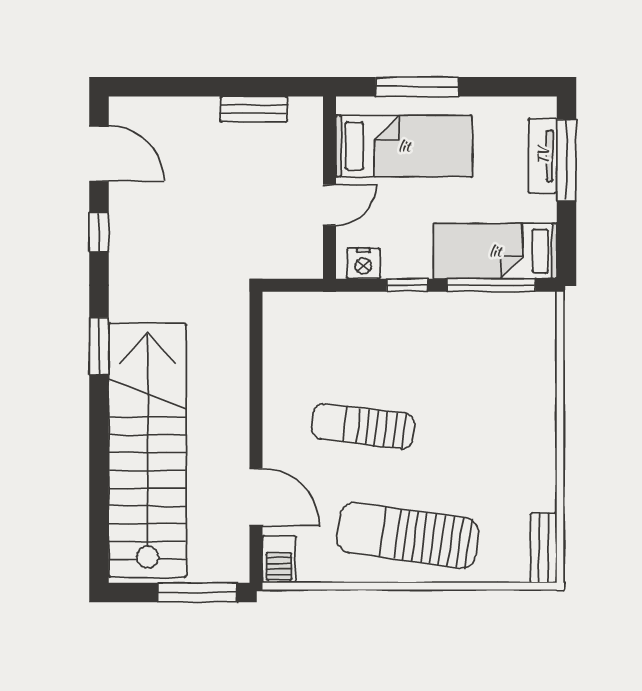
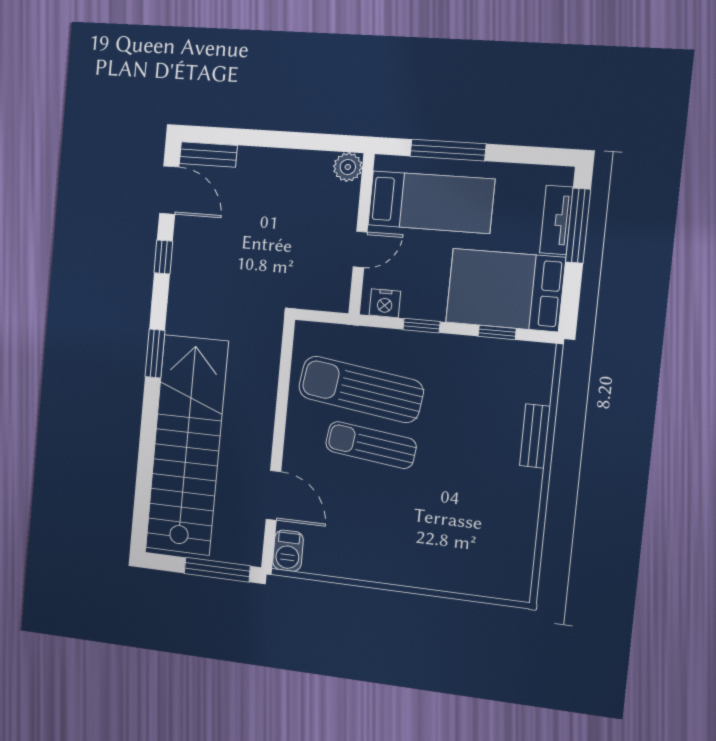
bench: (254, 109) -> (208, 155), moved
plant: (307, 113) -> (348, 167), added
bed: (495, 251) -> (505, 290), width x1.50
window: (491, 285) -> (497, 332), width x0.46
sun lounger: (408, 535) -> (361, 389), moved
bench: (544, 548) -> (535, 436), moved

